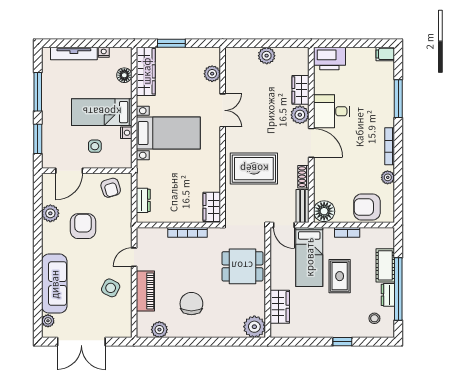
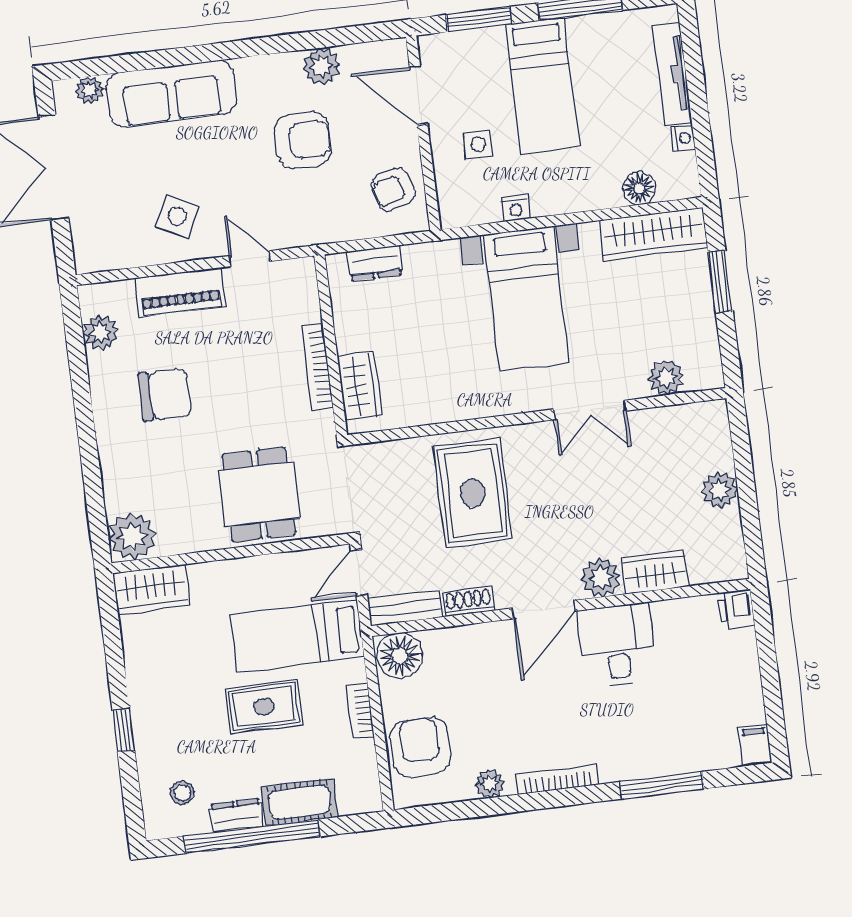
printer: (329, 59) -> (736, 609), width x0.53, depth x0.68
bed: (102, 112) -> (542, 86), moved, turned 180
wardrobe: (212, 207) -> (359, 385), moved, turned 90
wardrobe: (280, 307) -> (151, 589), moved

